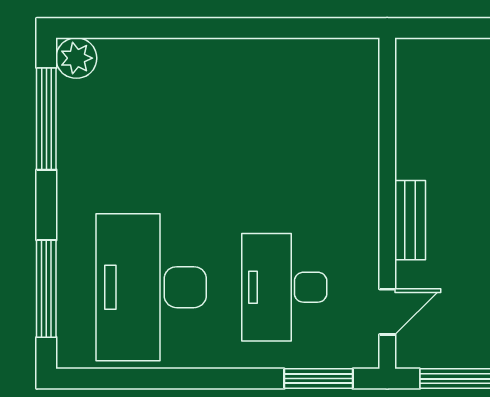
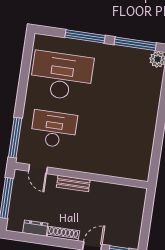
window: (46, 289) -> (85, 36), moved
window: (319, 379) -> (15, 138), width x1.44

